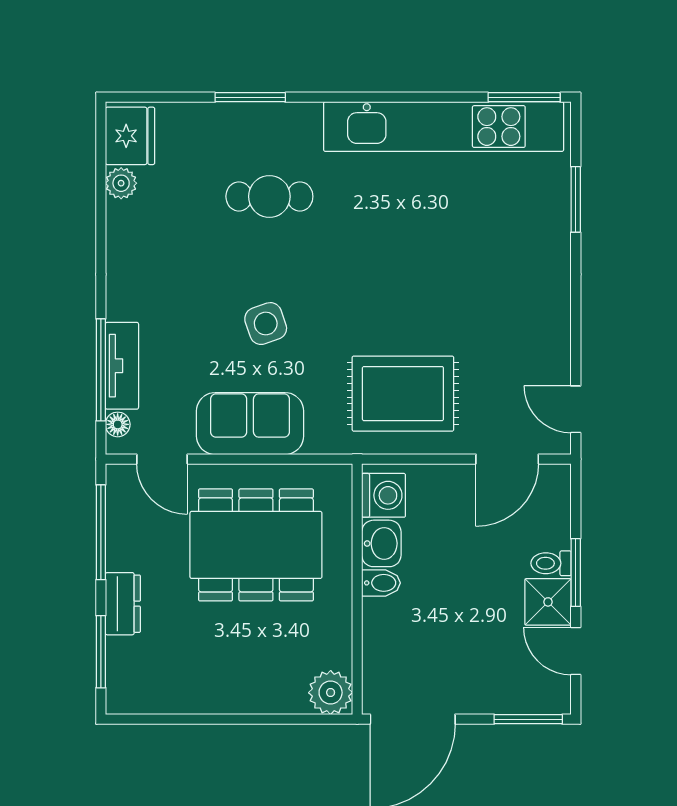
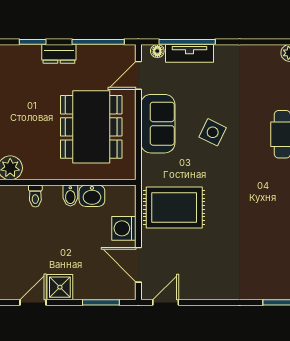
side table: (266, 324) -> (213, 132), turned 45
rug: (403, 394) -> (174, 208), turned 90
washing machine: (384, 495) -> (124, 228), moved, turned 90
toilet: (551, 563) -> (35, 196), moved, turned 180
window: (576, 572) -> (101, 302), moved
window: (101, 652) -> (33, 42), width x0.67

